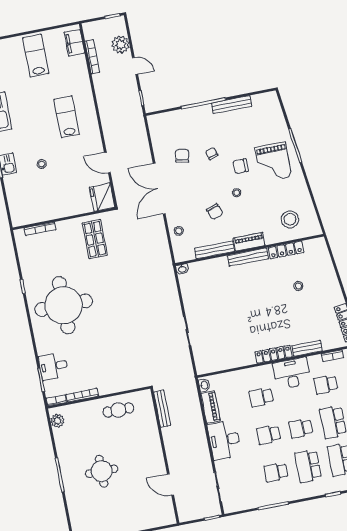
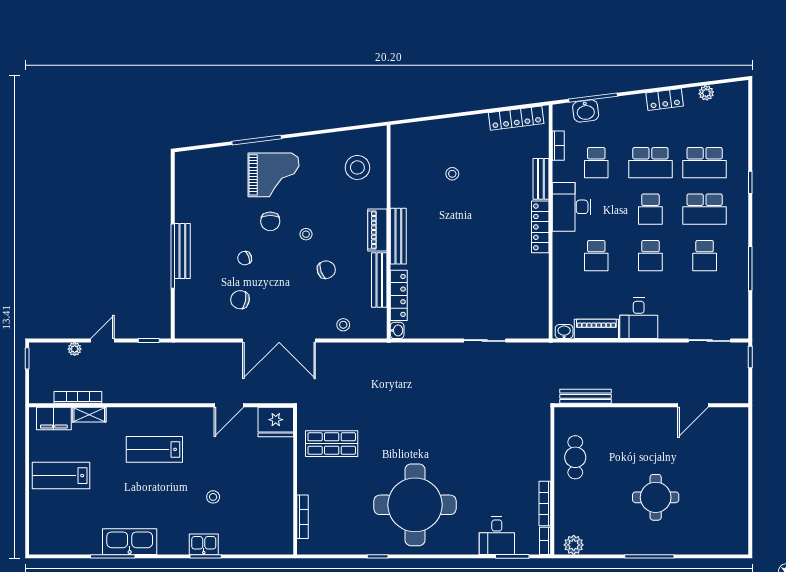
plant: (121, 44) -> (75, 349), width x0.53, depth x0.53
shelving: (82, 67) -> (89, 415), added
bench: (232, 105) -> (182, 251), moved
locker: (286, 250) -> (399, 295), moved
desk: (224, 440) -> (639, 318), width x0.73

